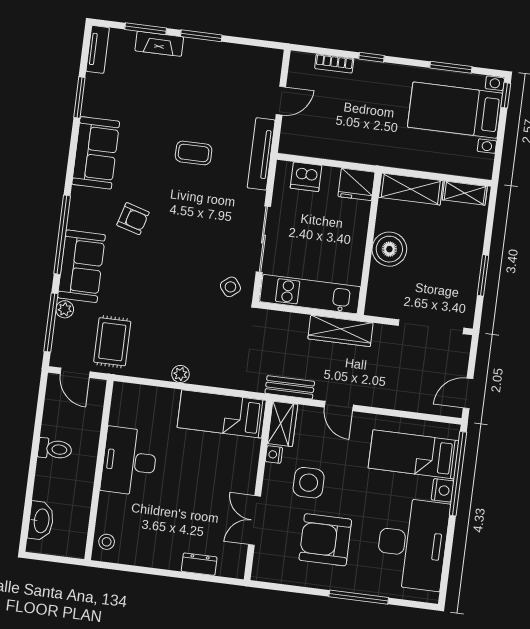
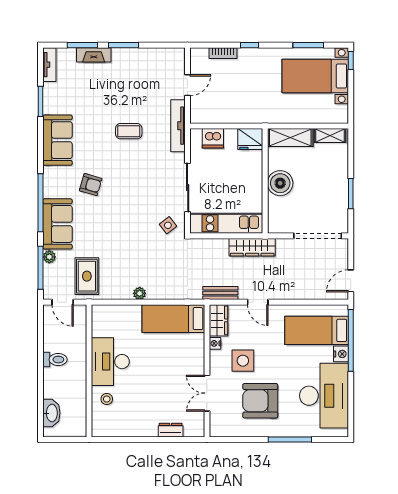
stool: (107, 542) -> (107, 399), moved

